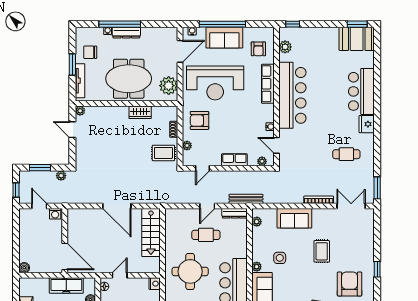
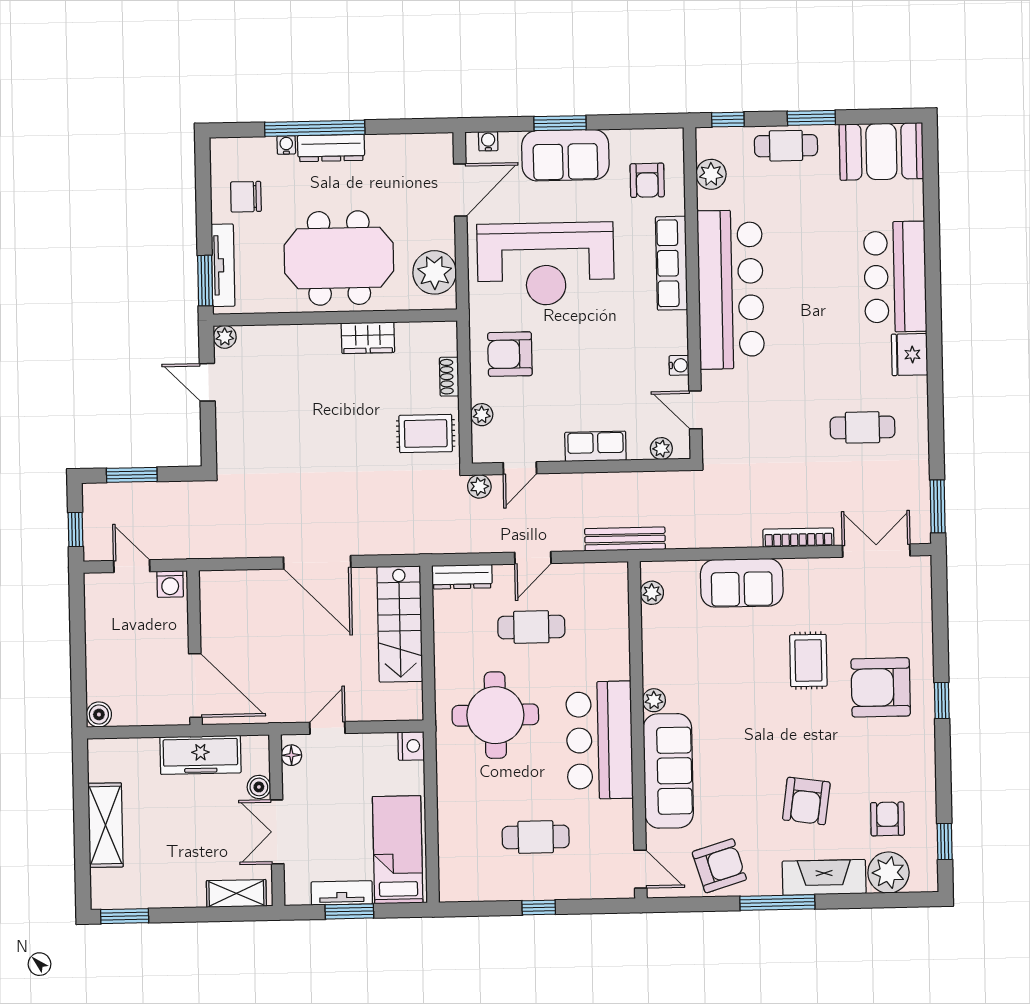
window: (222, 24) -> (560, 123), width x0.47
window: (357, 24) -> (811, 118), moved
cafe table: (317, 36) -> (786, 146), added
window: (72, 64) -> (205, 281), moved
plant: (61, 176) -> (479, 486), moved
dresser: (235, 213) -> (462, 577), moved
side table: (280, 258) -> (709, 678), removed
armchair: (350, 284) -> (881, 687), moved, turned -90

